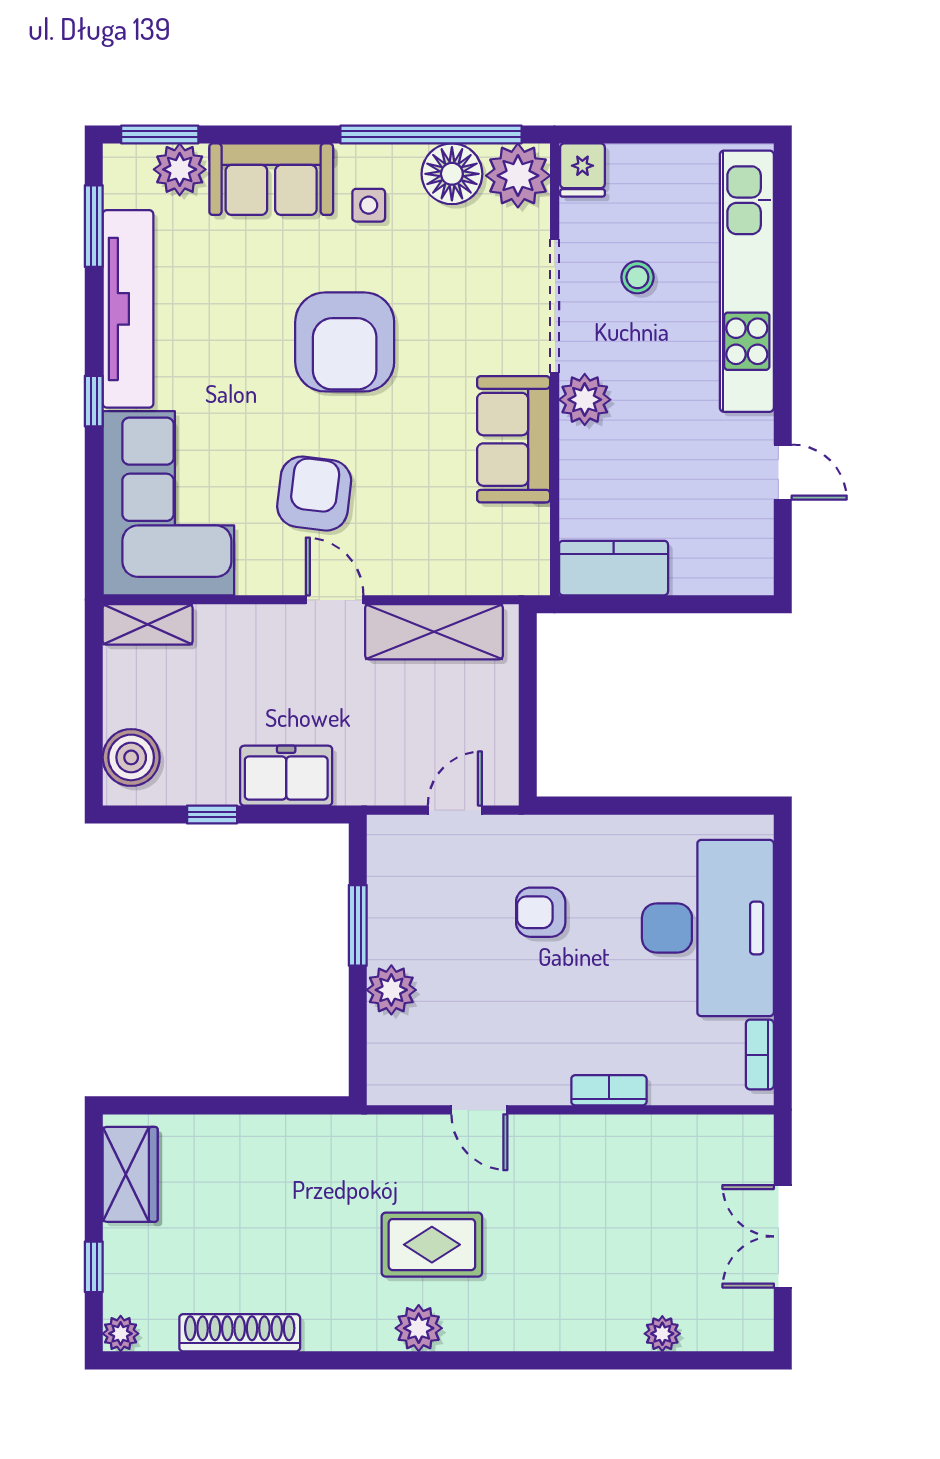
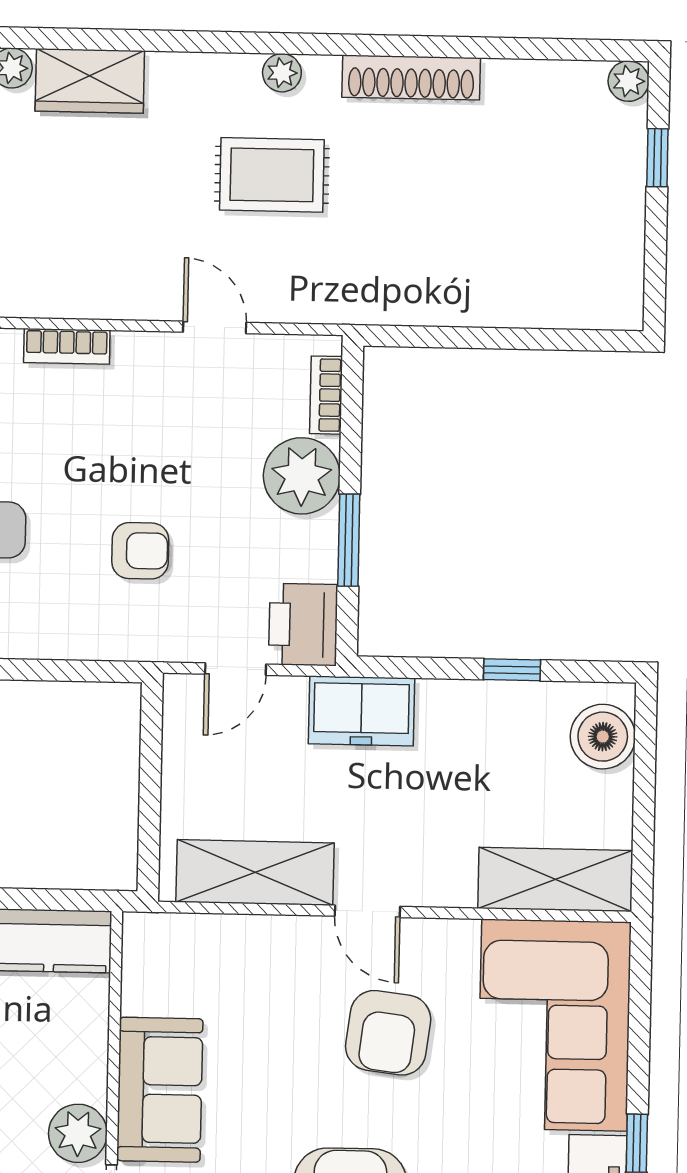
shelving: (148, 624) -> (555, 879), width x1.50, depth x1.33
freezer: (286, 776) -> (361, 711), moved
printer: (396, 850) -> (303, 625), added
plant: (391, 990) -> (302, 476), width x1.36, depth x1.36
bookcase: (380, 1052) -> (326, 395), added
wardrobe: (130, 1174) -> (90, 81), moved, turned -90
plant: (419, 1328) -> (282, 73), width x0.73, depth x0.73
shoe rack: (240, 1333) -> (411, 77), moved

